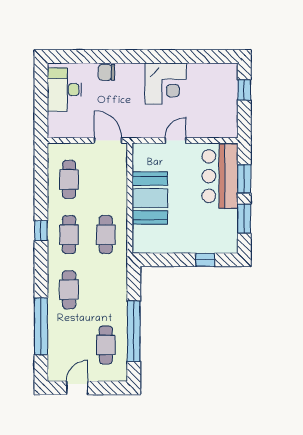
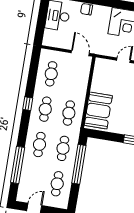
booth: (150, 198) -> (98, 111), moved
cafe table: (106, 290) -> (63, 148), added
window: (134, 331) -> (79, 164), moved

